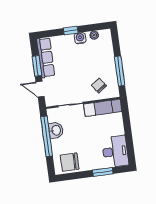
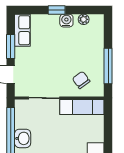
row of seats: (46, 57) -> (22, 30), width x0.68
washbasin: (56, 130) -> (23, 138), moved

